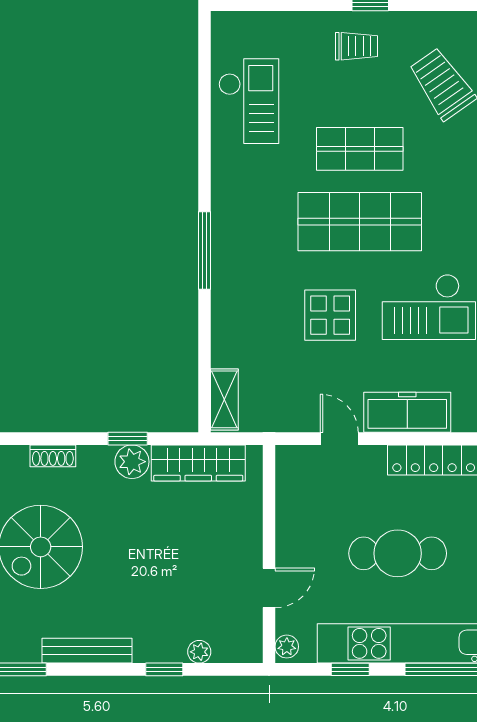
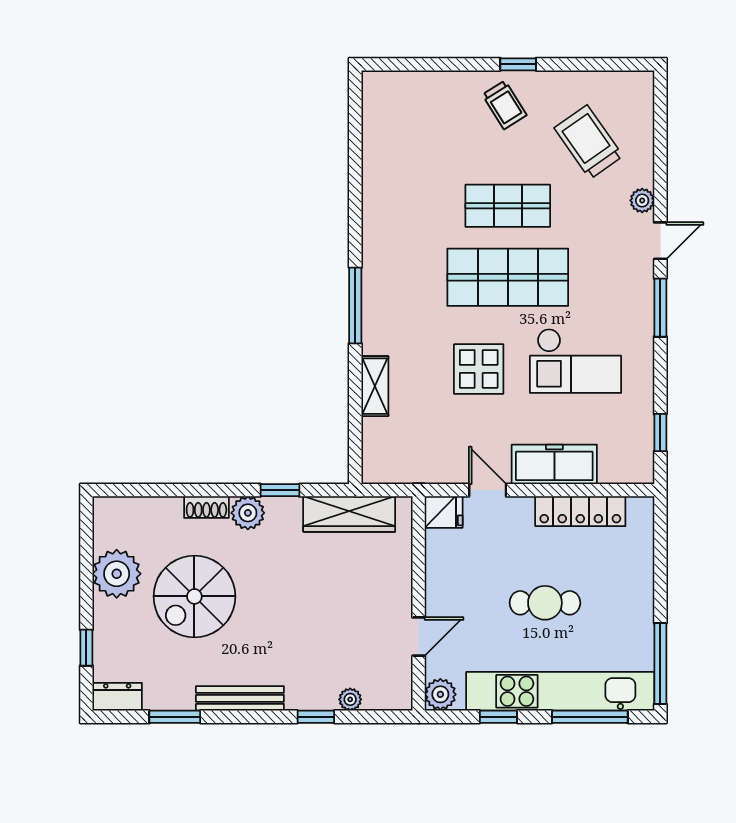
trolley: (357, 46) -> (505, 105), turned 58
checkout: (249, 101) -> (399, 159), removed
shelving: (224, 399) -> (375, 386), moved
fridge: (294, 461) -> (444, 512), added
plant: (132, 462) -> (248, 513), moved
cafe table: (398, 553) -> (545, 603), width x0.73, depth x0.74
plant: (287, 647) -> (440, 694), width x1.38, depth x1.38

